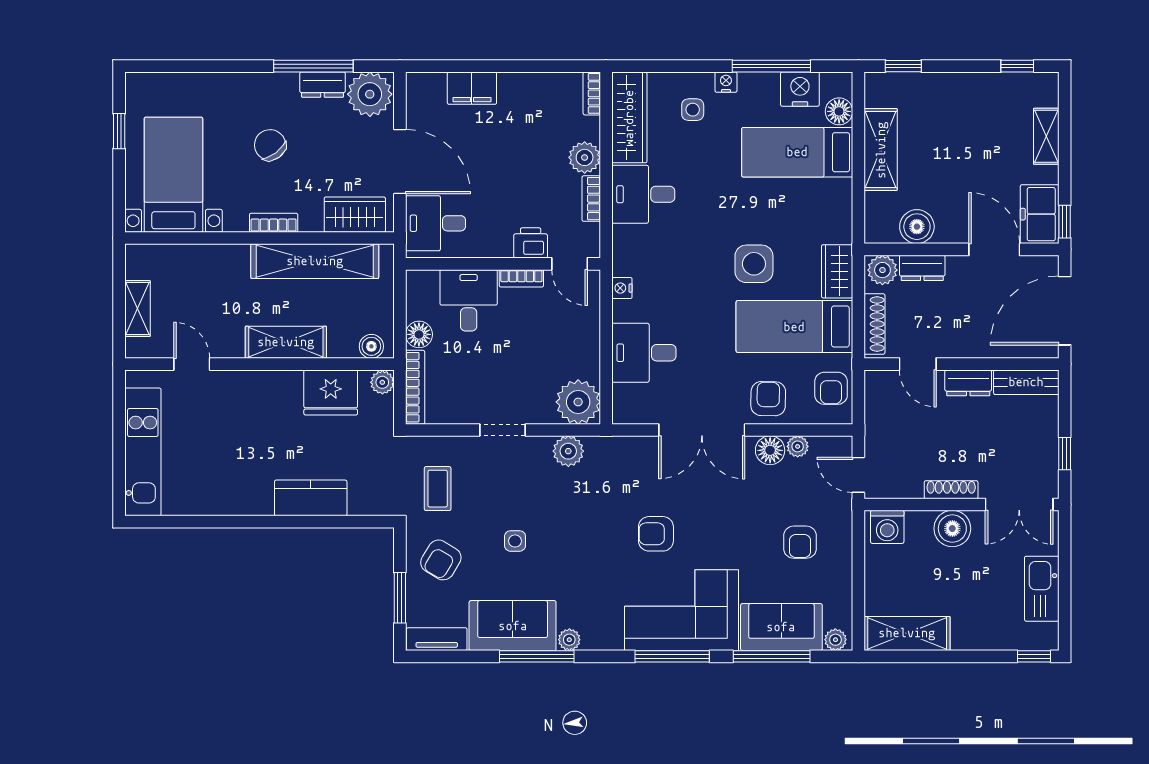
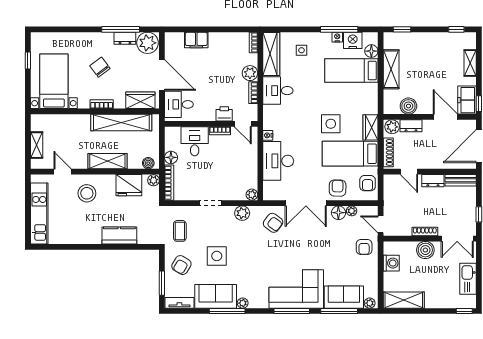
nightstand: (726, 82) -> (337, 37), moved
desk: (644, 353) -> (278, 161), width x1.37
plant: (578, 402) -> (252, 195), width x0.53, depth x0.53
stool: (243, 410) -> (87, 193), added
washing machine: (887, 527) -> (391, 263), moved, turned -90
armchair: (656, 534) -> (273, 223), moved, turned -143
side table: (515, 541) -> (217, 256), width x1.87, depth x1.87
armchair: (800, 542) -> (364, 247), moved

